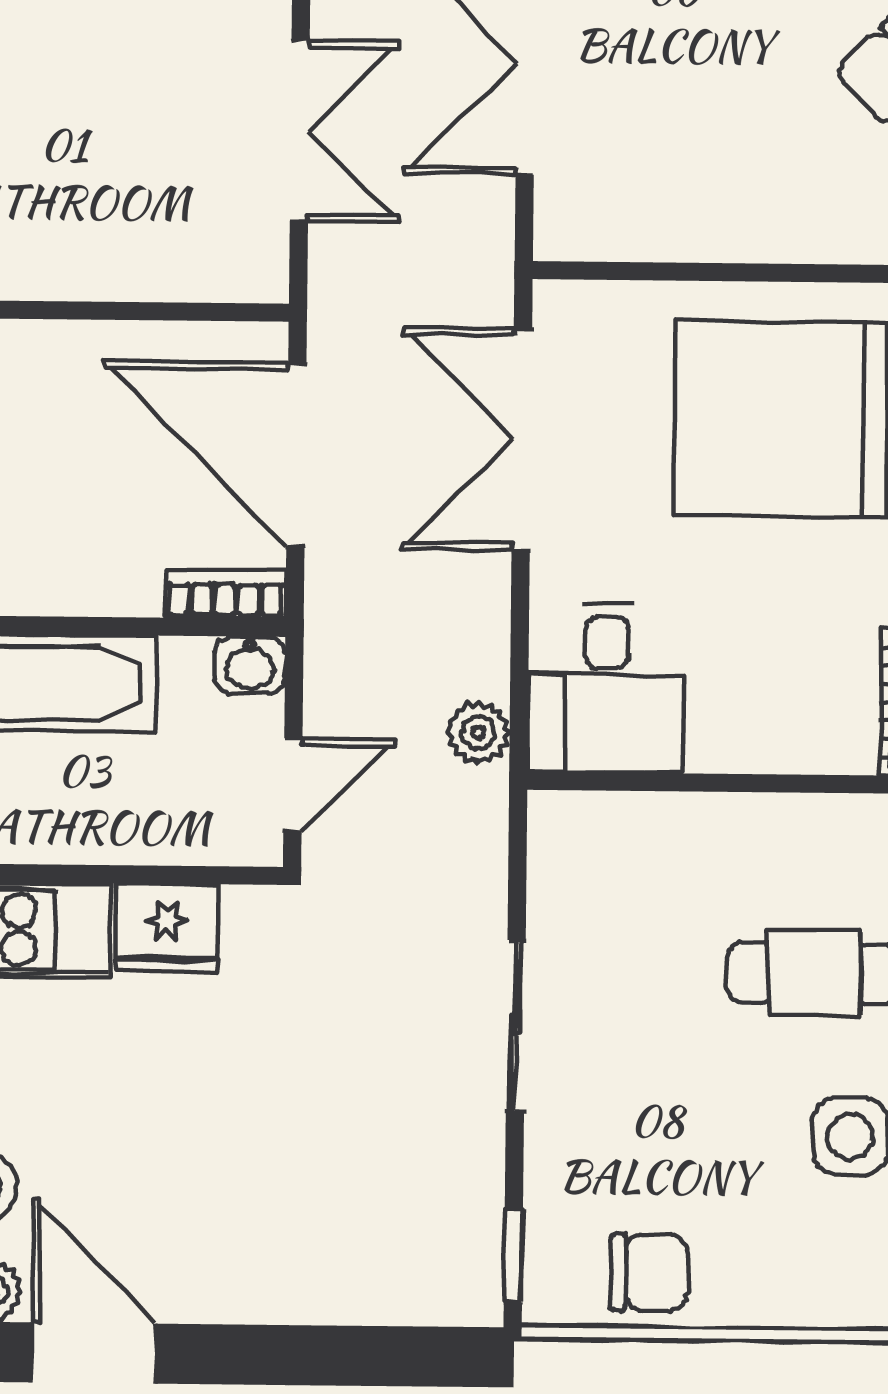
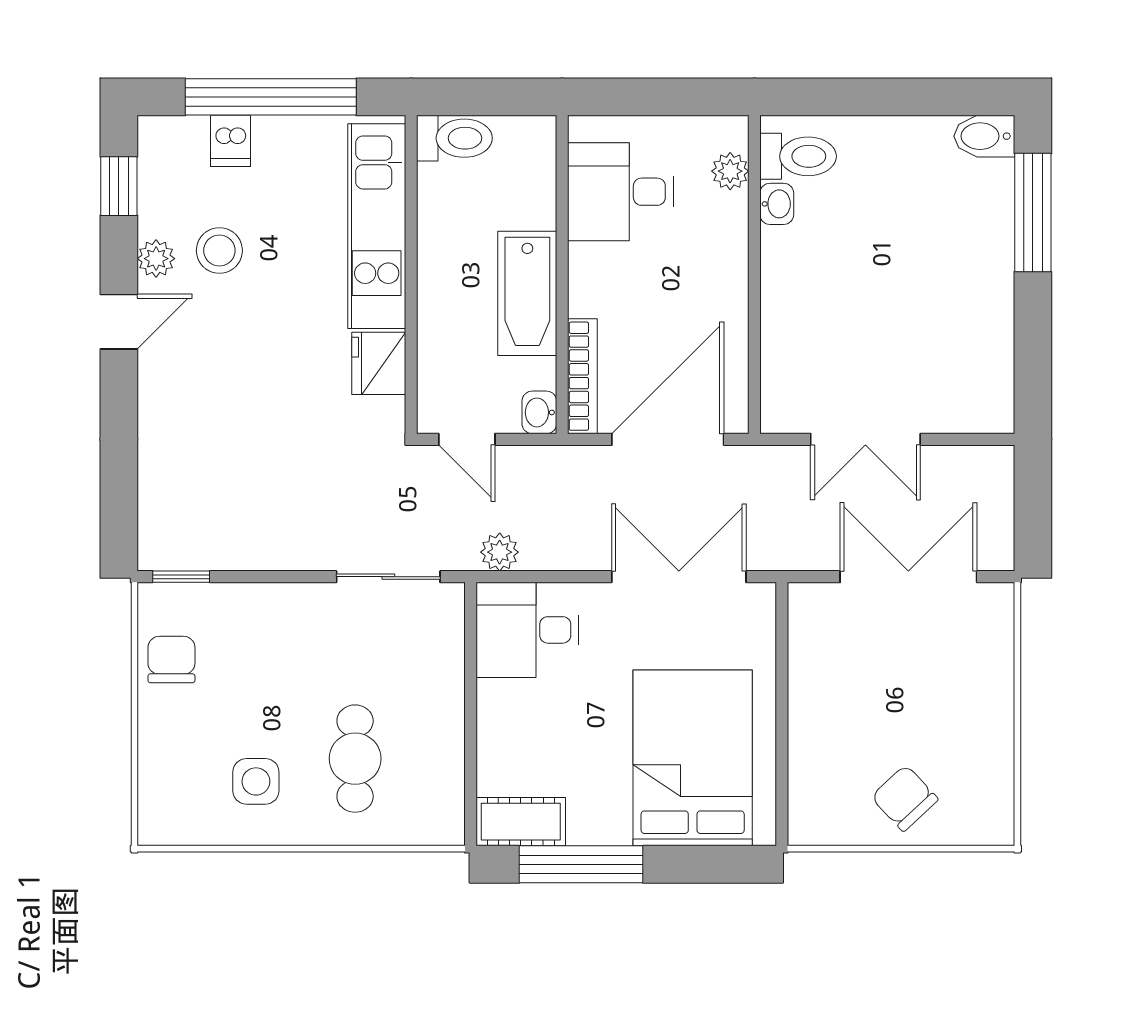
bookcase: (225, 594) -> (582, 376), width x1.56
sliding door: (516, 1025) -> (388, 577), moved
chair: (649, 1273) -> (171, 660), turned 180
door: (94, 1353) -> (119, 322), width x0.73

